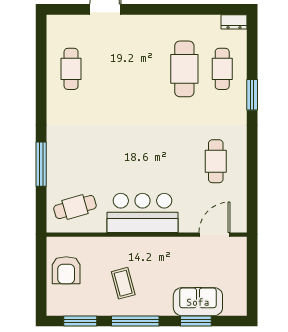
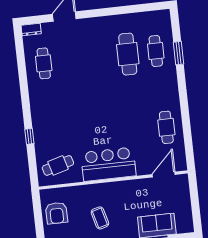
dresser: (234, 22) -> (31, 29), moved
window: (252, 95) -> (178, 53), moved
cafe table: (216, 161) -> (166, 127), moved
window: (41, 164) -> (29, 136), width x0.46

